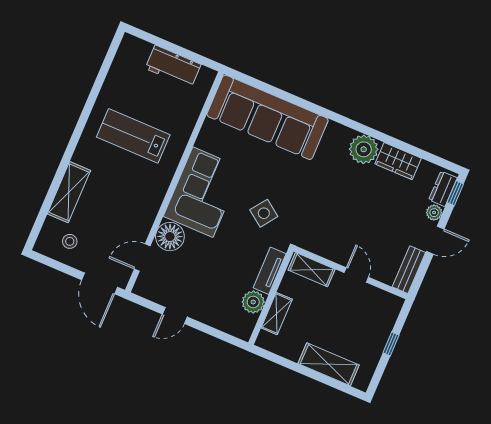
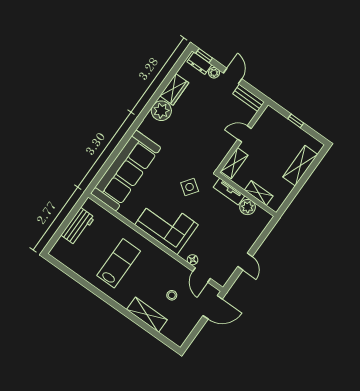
lab bench: (133, 136) -> (119, 263), turned 180
floor lamp: (170, 237) -> (193, 260), width x0.53, depth x0.53
stool: (70, 241) -> (172, 295), moved

